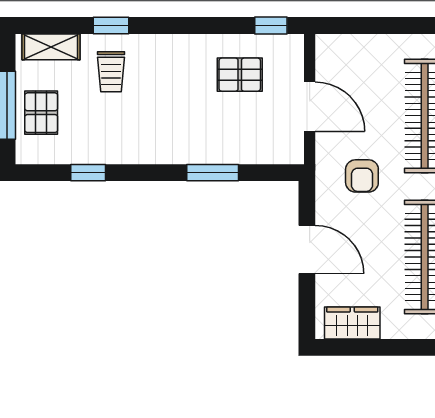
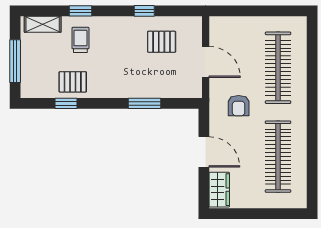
window: (271, 26) -> (144, 11), moved
trolley: (111, 72) -> (80, 40), turned 180
pallet: (41, 113) -> (73, 82), moved, turned 90
wardrobe: (352, 323) -> (219, 190), moved, turned 90

